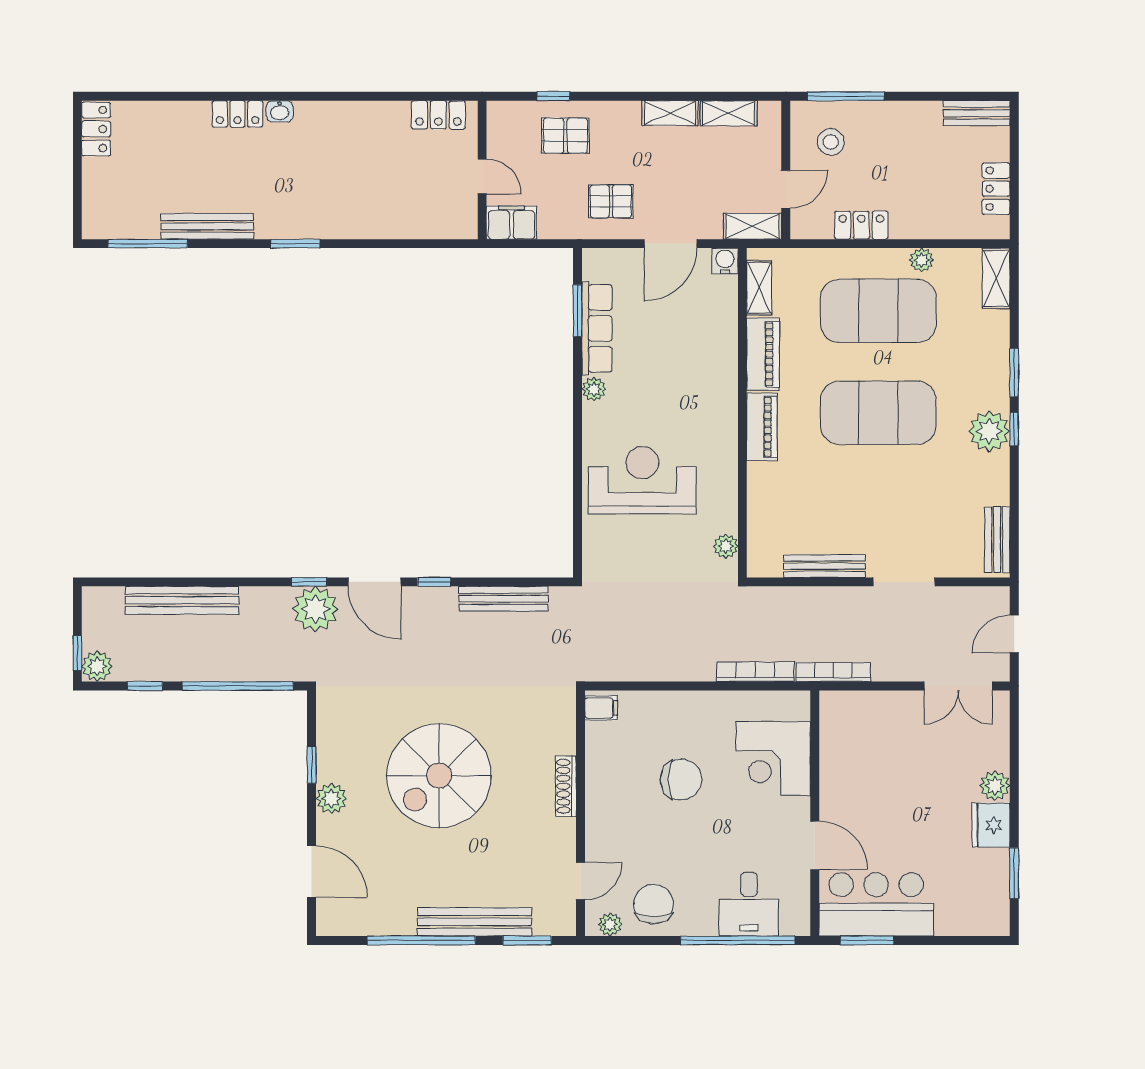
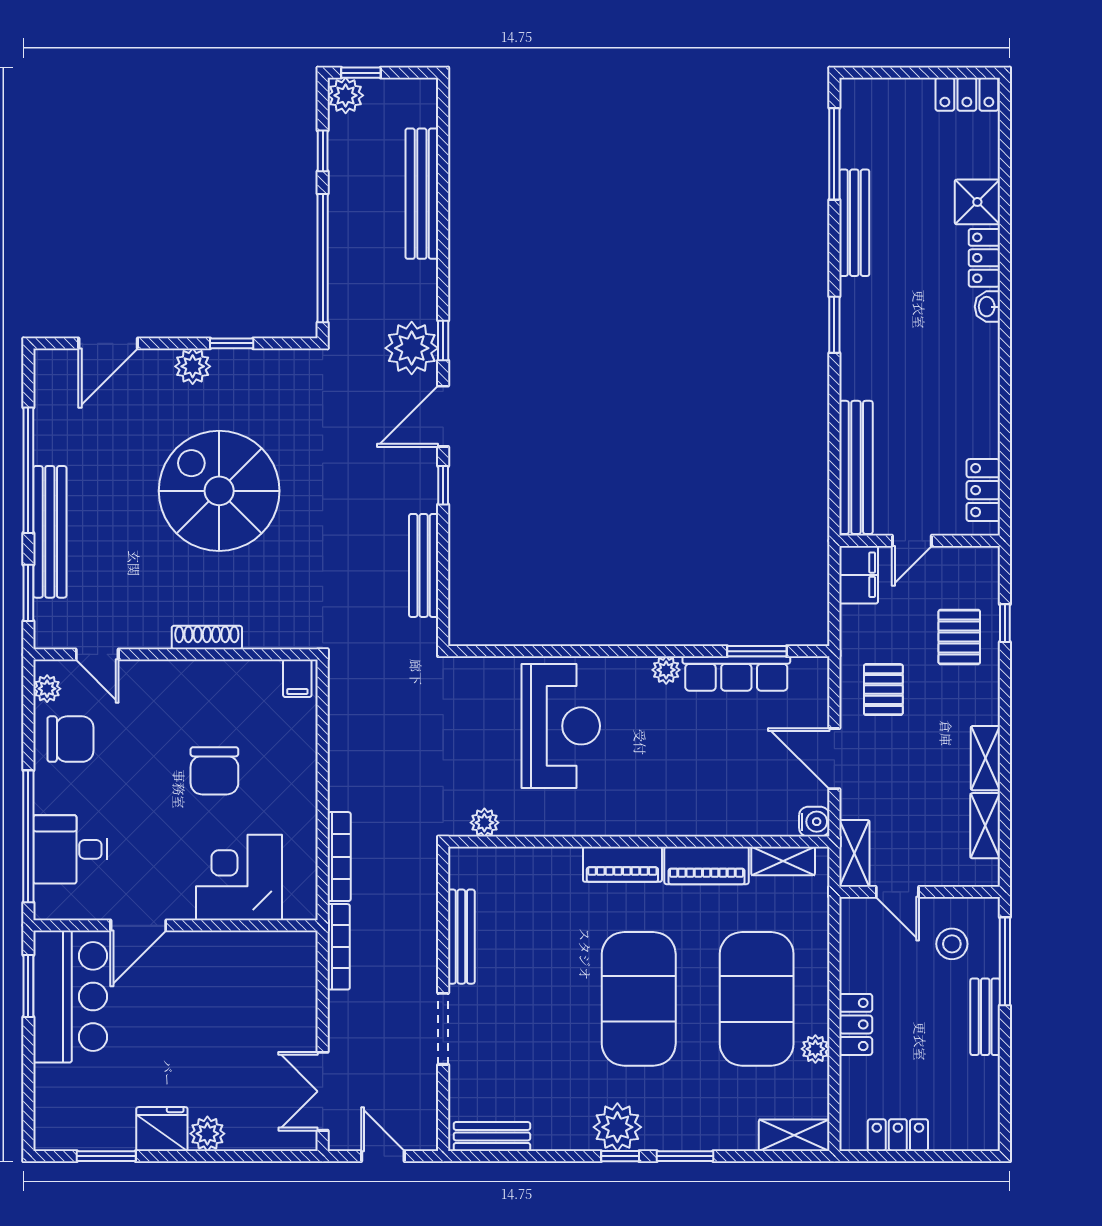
bench: (977, 113) -> (985, 1017), moved
shower: (189, 120) -> (977, 202), added
bench: (419, 225) -> (856, 467), added
locker: (861, 225) -> (856, 1024), moved

